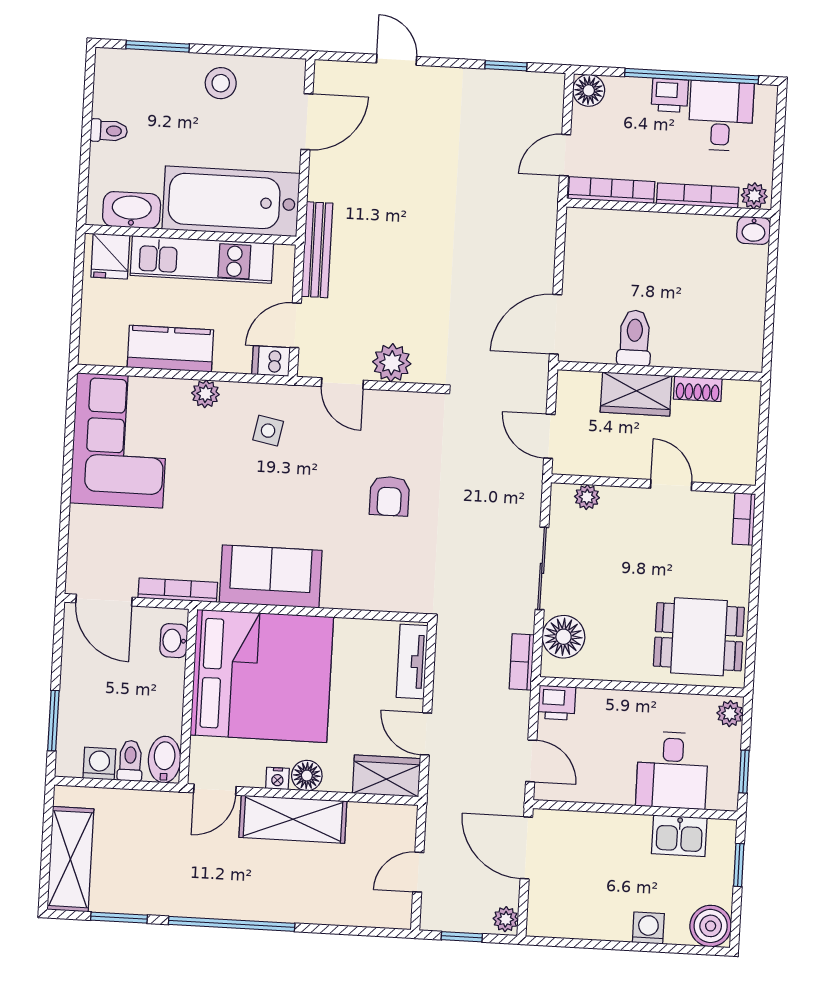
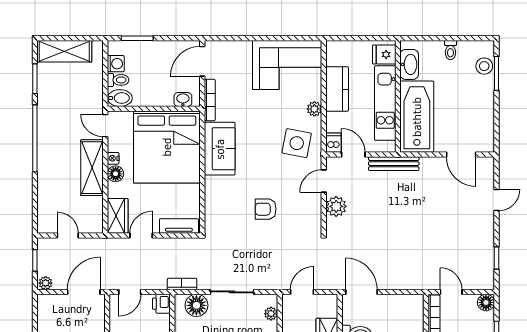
stool: (221, 83) -> (484, 66), moved
side table: (268, 431) -> (297, 143), width x1.87, depth x1.87

